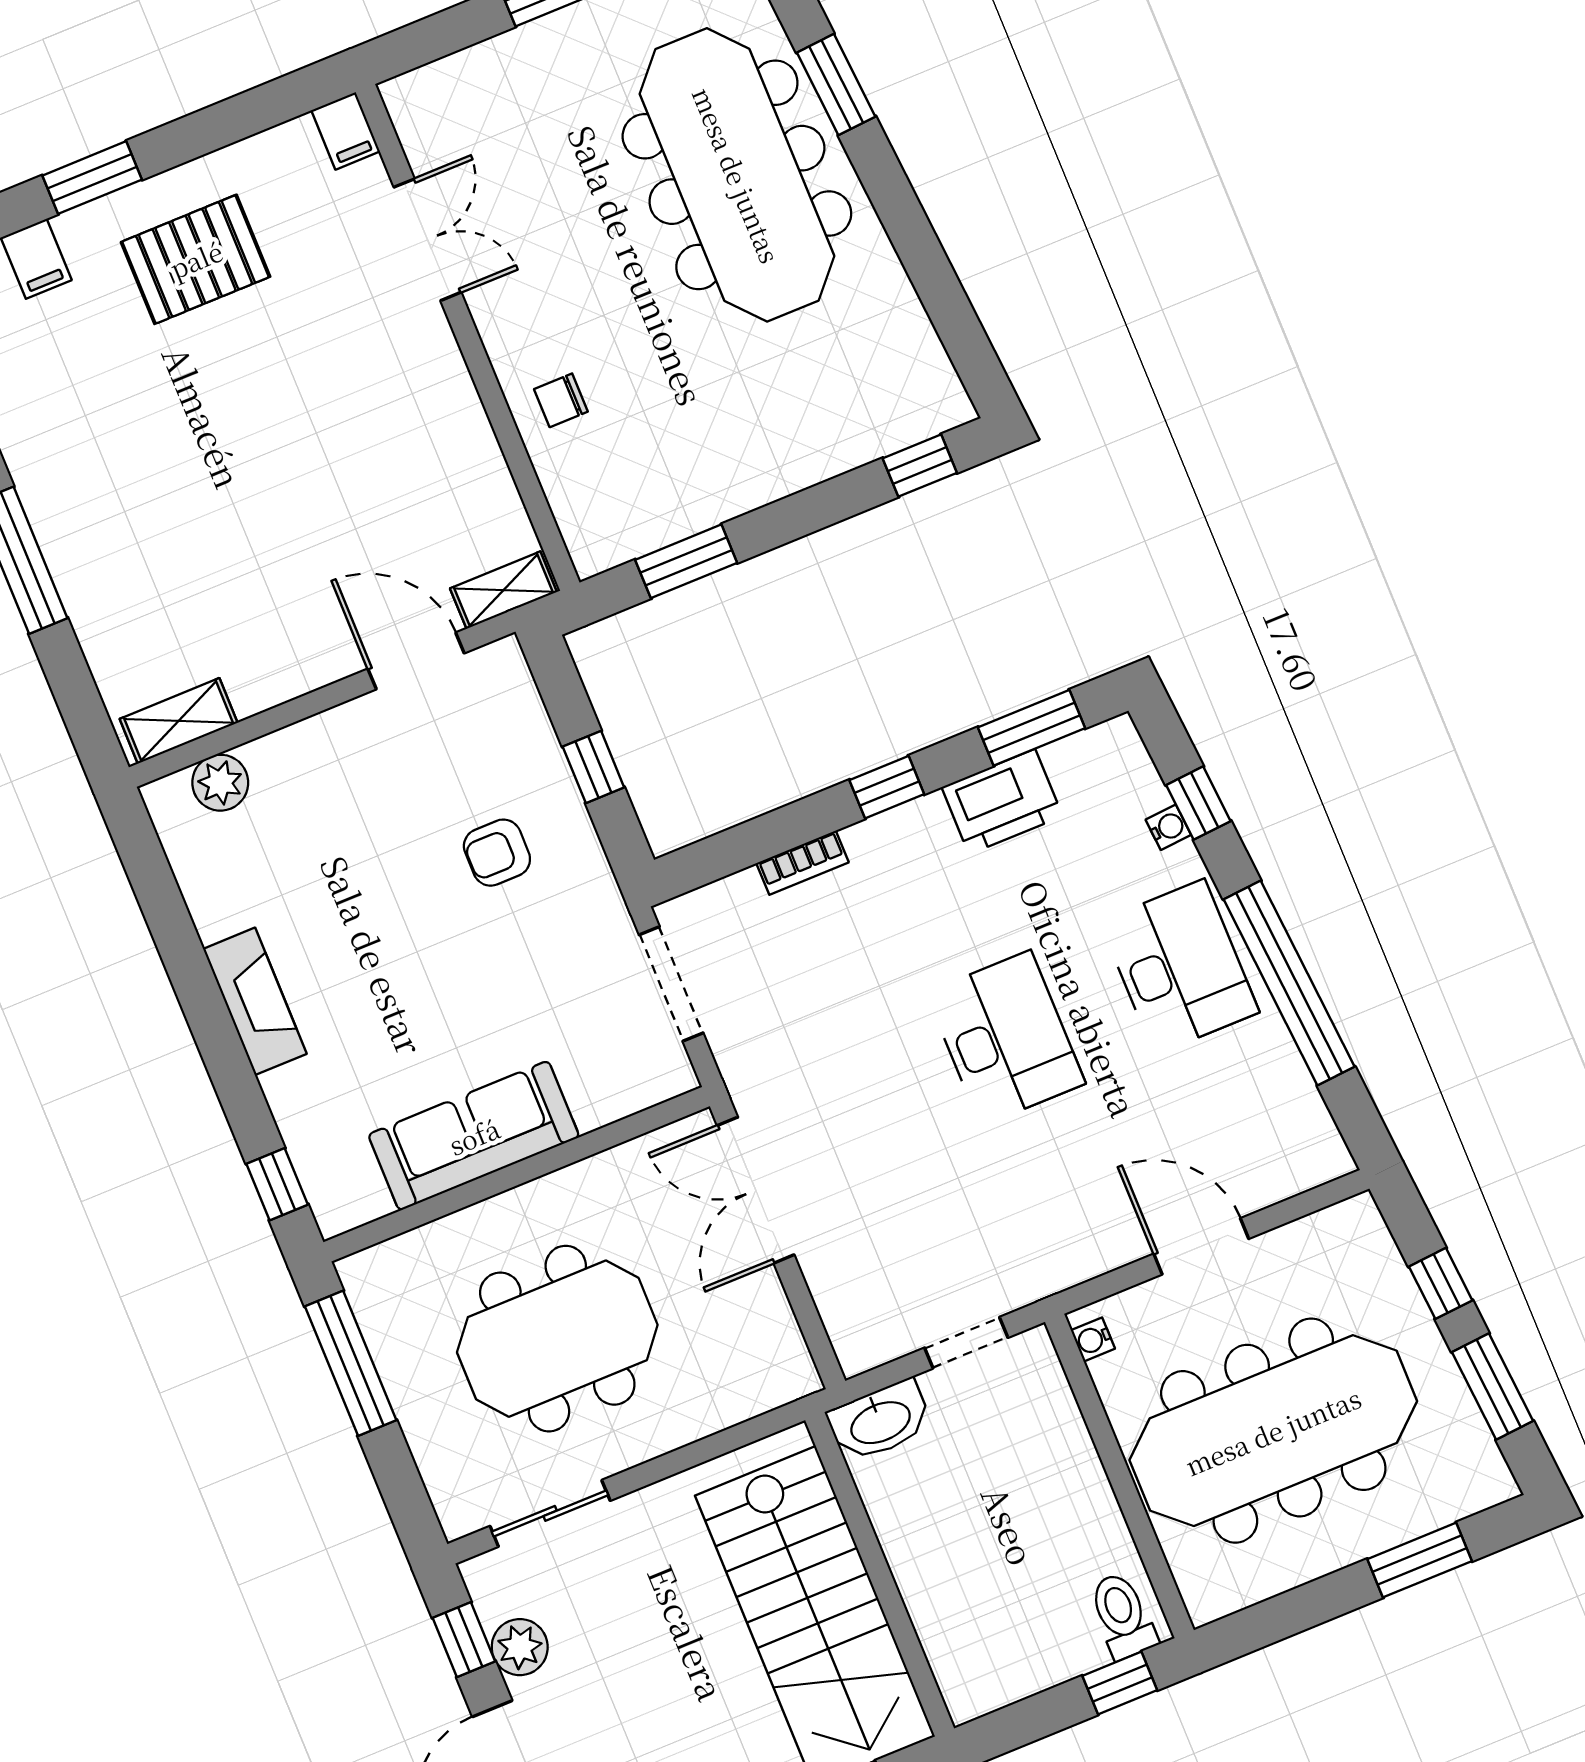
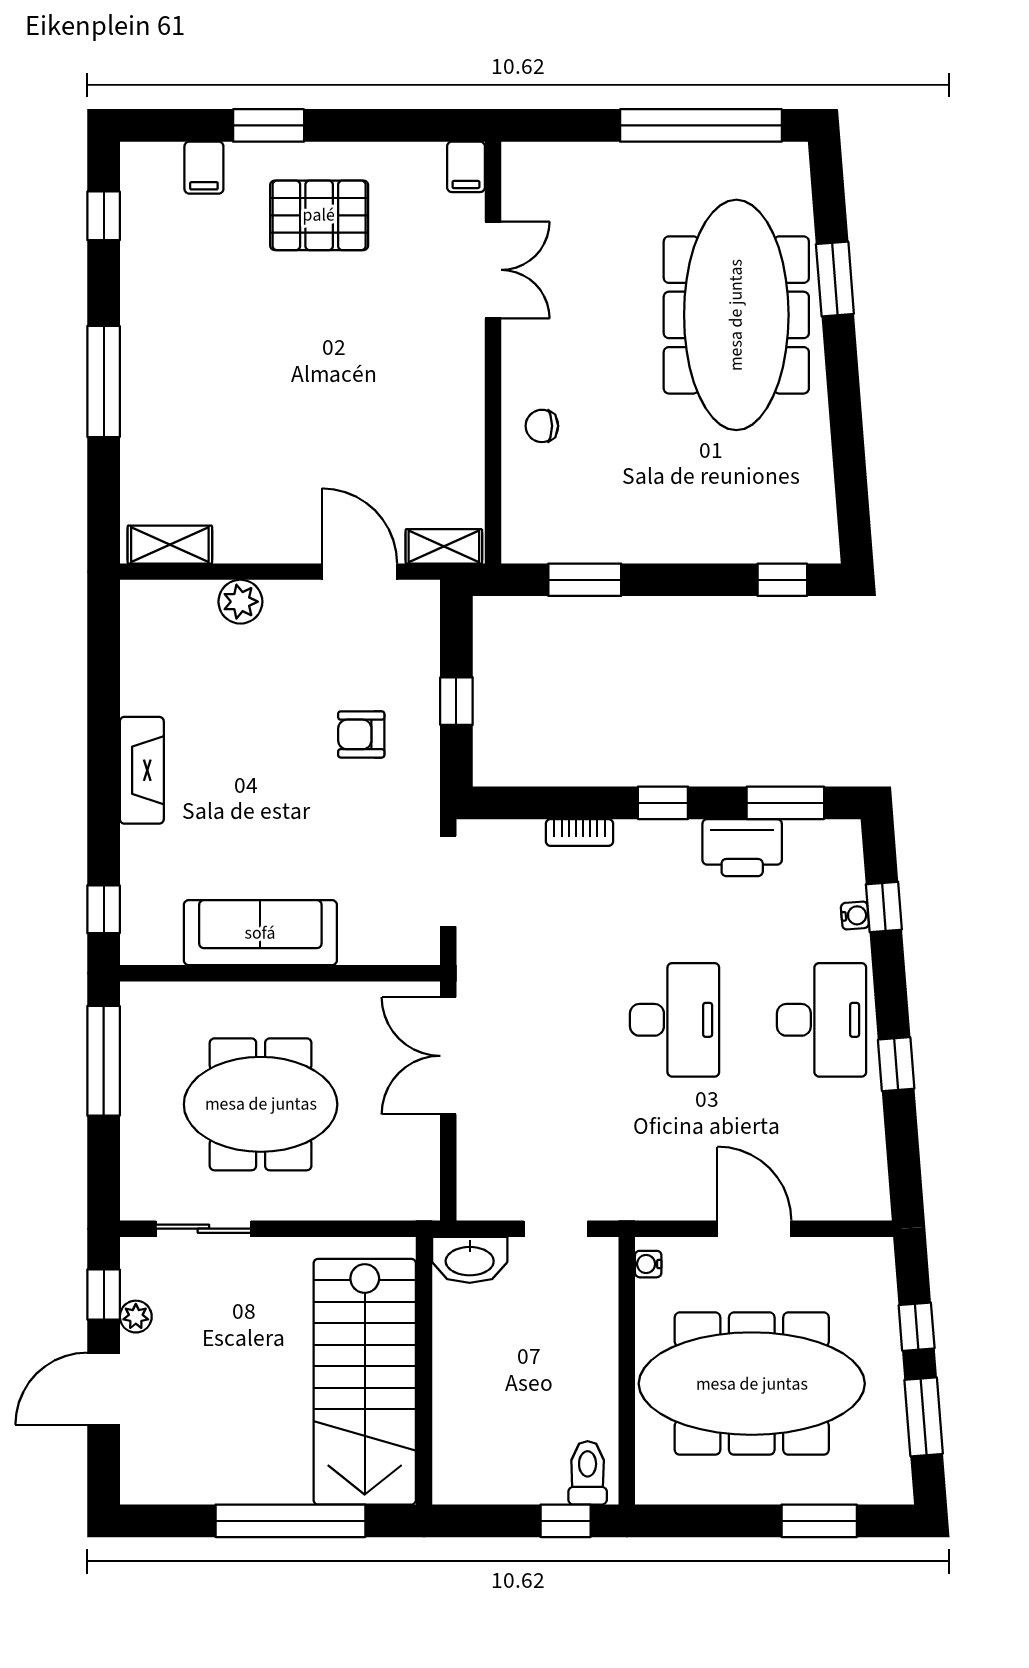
plant: (220, 783) -> (240, 602), moved
window: (1289, 983) -> (896, 1064), width x0.32
plant: (520, 1647) -> (136, 1317), width x0.73, depth x0.73

